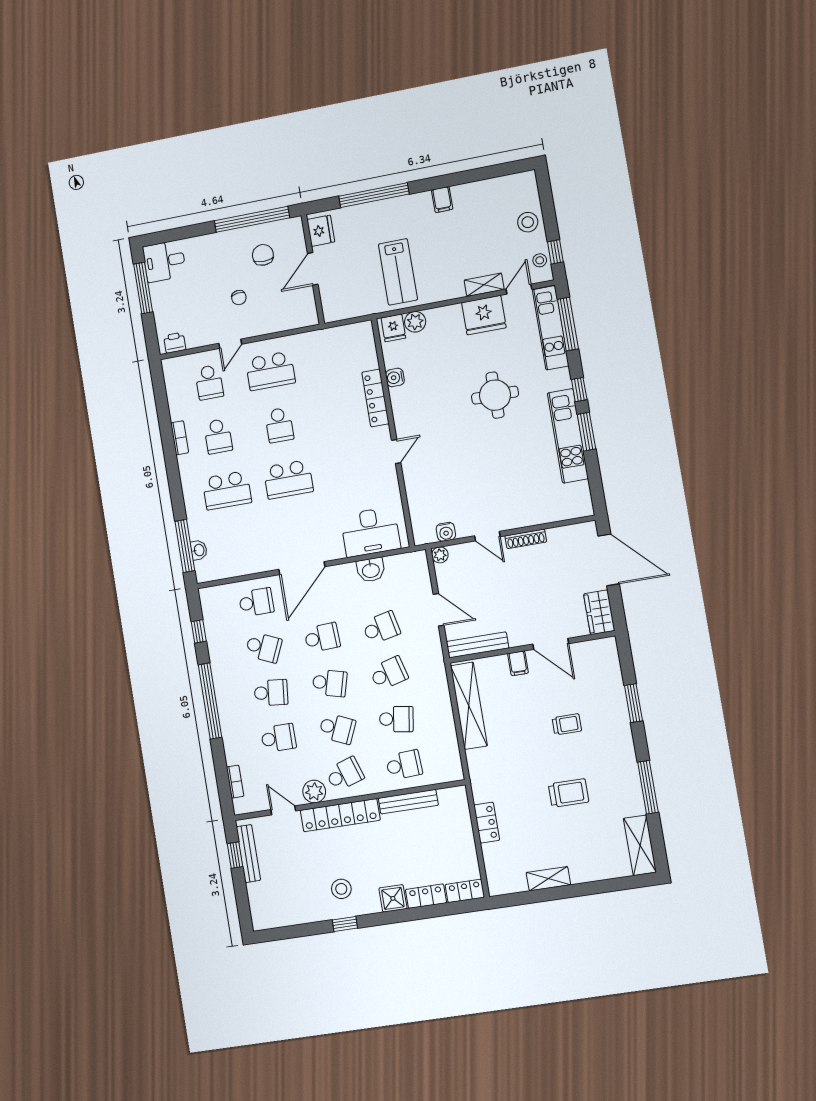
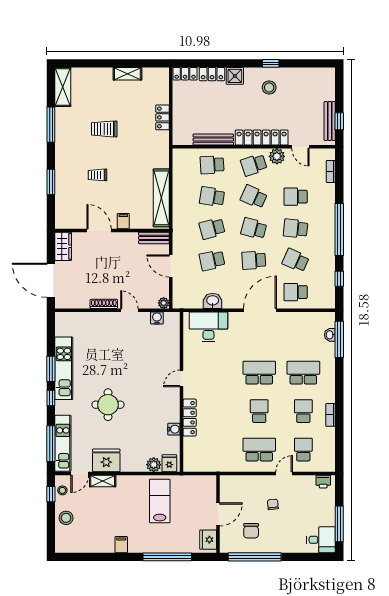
bench: (478, 645) -> (154, 238), width x0.73

